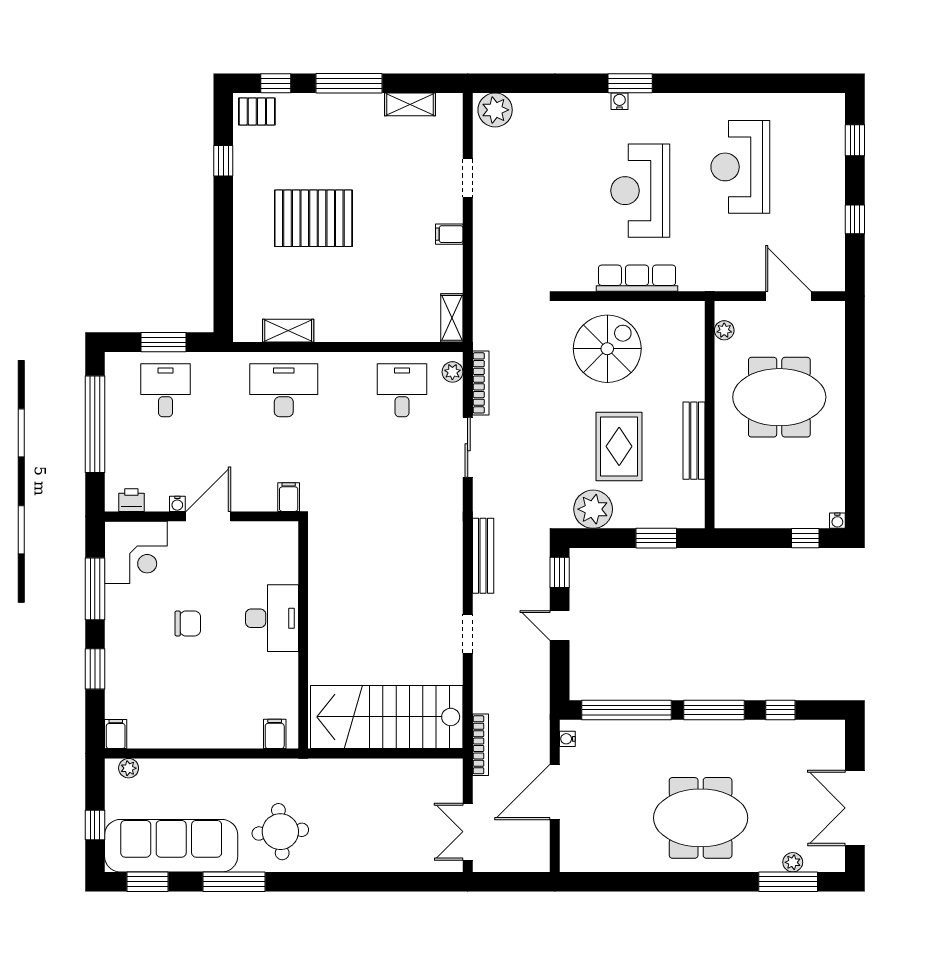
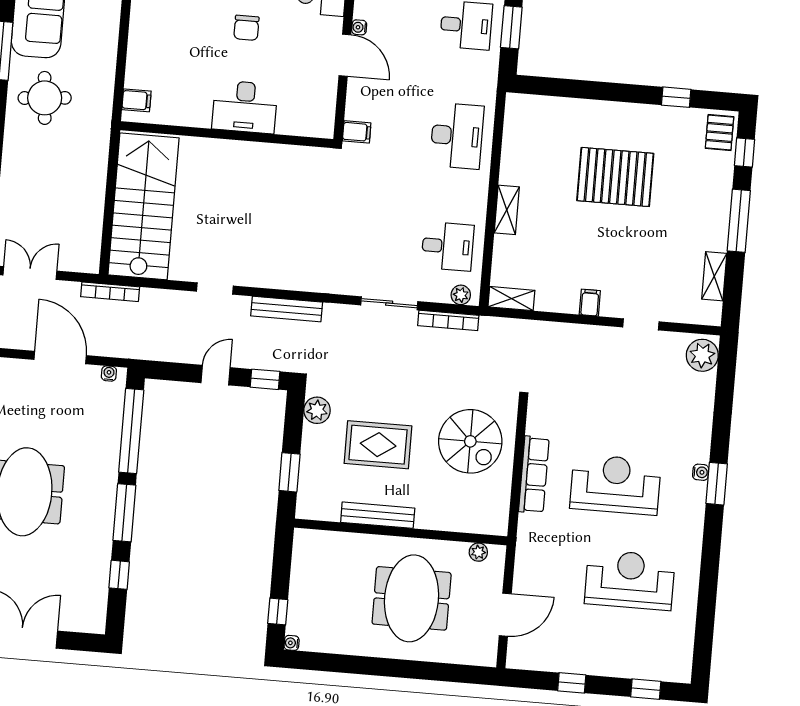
pallet: (313, 218) -> (615, 177), turned 90
shelving: (288, 331) -> (507, 210), moved
plant: (593, 509) -> (317, 410), width x0.73, depth x0.73

